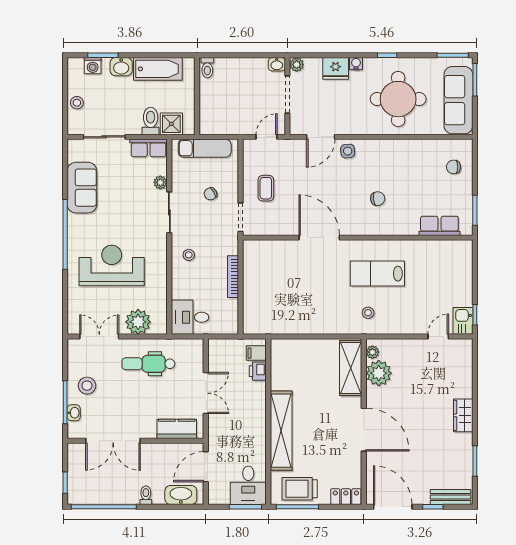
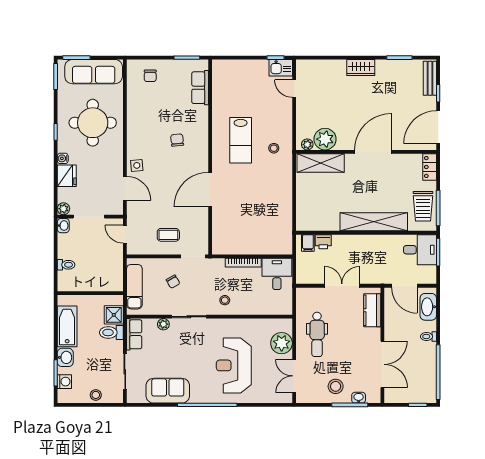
toilet: (207, 68) -> (66, 265), moved
desk: (190, 317) -> (277, 274), moved, turned 180

